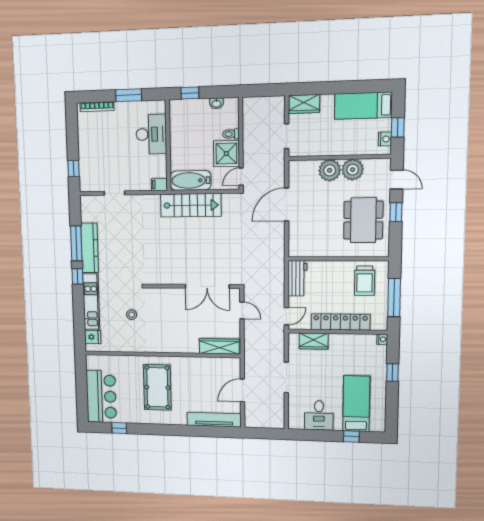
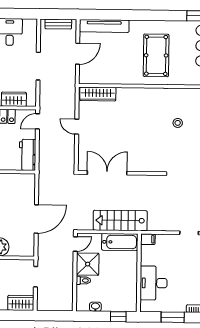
wall: (192, 286) -> (120, 173), moved
double door: (207, 286) -> (107, 173), moved
bench: (264, 423) -> (58, 24), added

